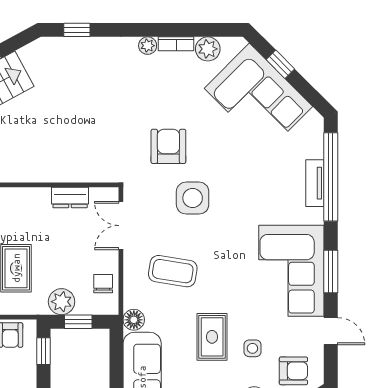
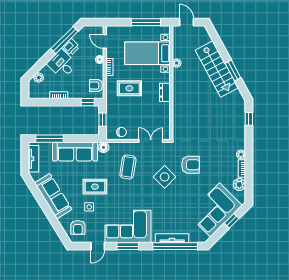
tv unit: (315, 183) -> (172, 238), width x1.41
dresser: (70, 198) -> (165, 92), moved
side table: (193, 198) -> (165, 177), turned 45
plant: (62, 302) -> (113, 111), removed

